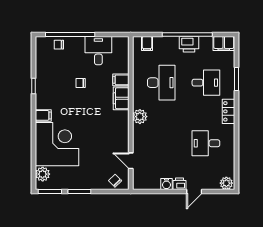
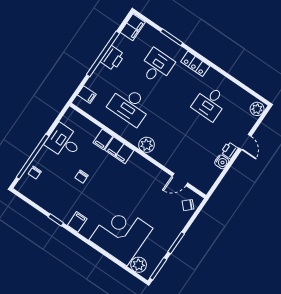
desk: (161, 83) -> (130, 106), turned 180
filing cabinet: (43, 115) -> (77, 222), moved

